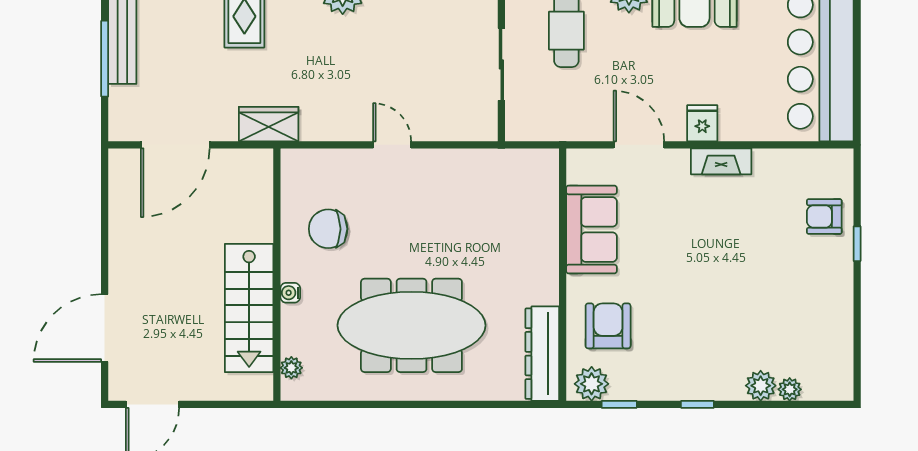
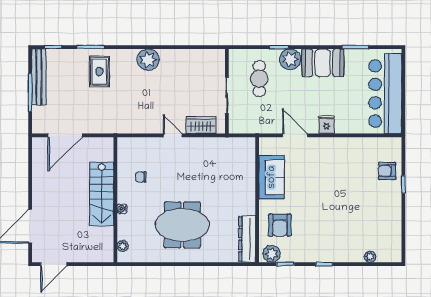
wardrobe: (269, 124) -> (201, 125), moved
fireplace: (721, 161) -> (336, 143), removed
chair: (328, 229) -> (141, 177), width x0.54, depth x0.54
stairs: (249, 308) -> (102, 194), moved
meeting table: (411, 325) -> (182, 225), width x0.73
armchair: (608, 326) -> (280, 225), turned 180
plant: (761, 386) -> (356, 255), removed

